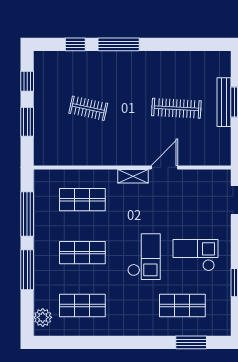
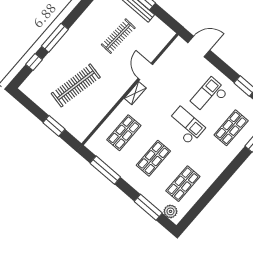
window: (27, 81) -> (31, 106), removed
clothes rail: (88, 108) -> (76, 85), width x1.86, depth x1.31
window: (27, 270) -> (148, 207), moved

